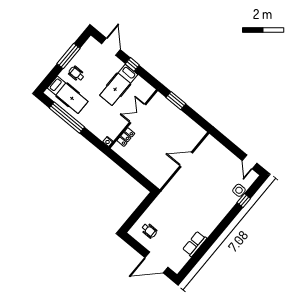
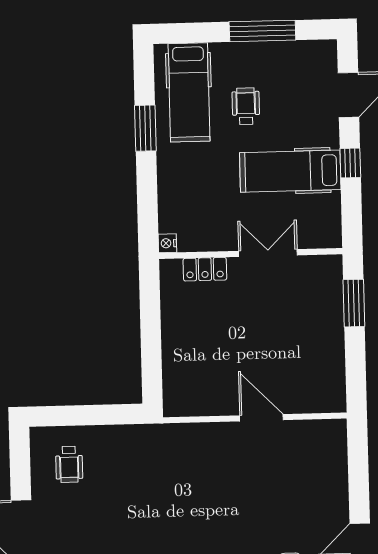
wheelchair: (76, 74) -> (246, 106), moved
window: (67, 118) -> (145, 128), width x0.47

